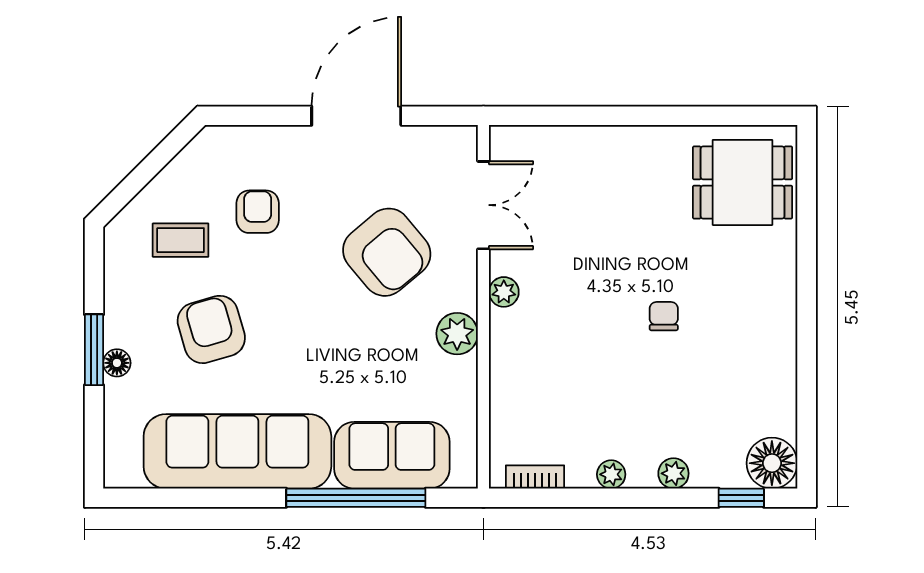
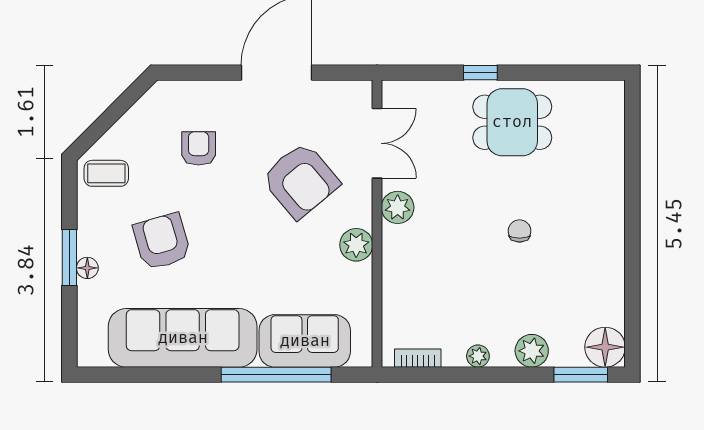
window: (614, 116) -> (480, 73), added
dining table: (743, 182) -> (512, 122), moved
coffee table: (181, 240) -> (106, 173), moved
plant: (504, 292) -> (398, 207), width x1.38, depth x1.38
plant: (673, 473) -> (532, 351), width x1.38, depth x1.38
window: (741, 498) -> (581, 375), width x1.50

